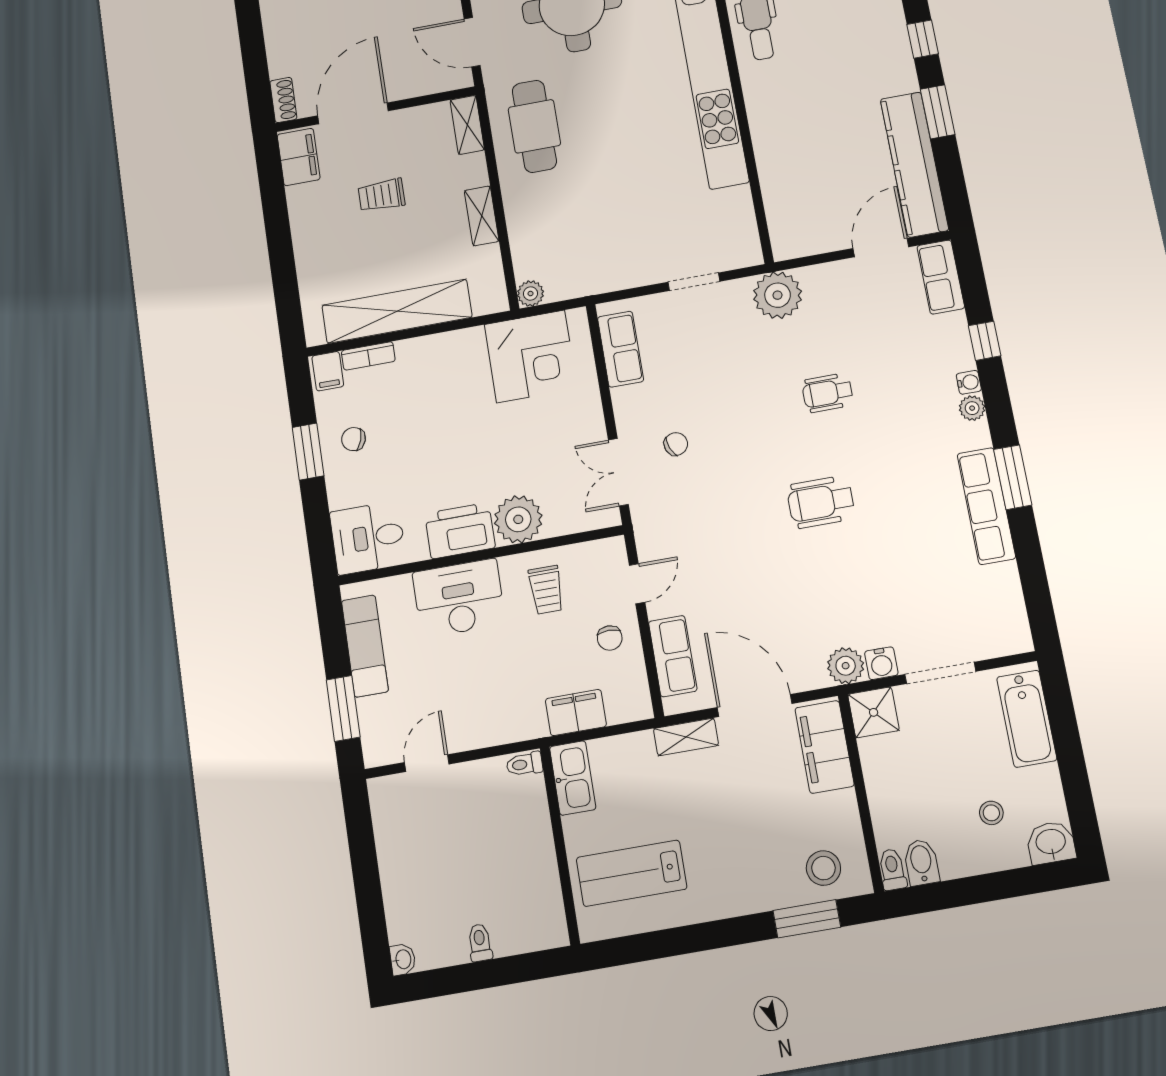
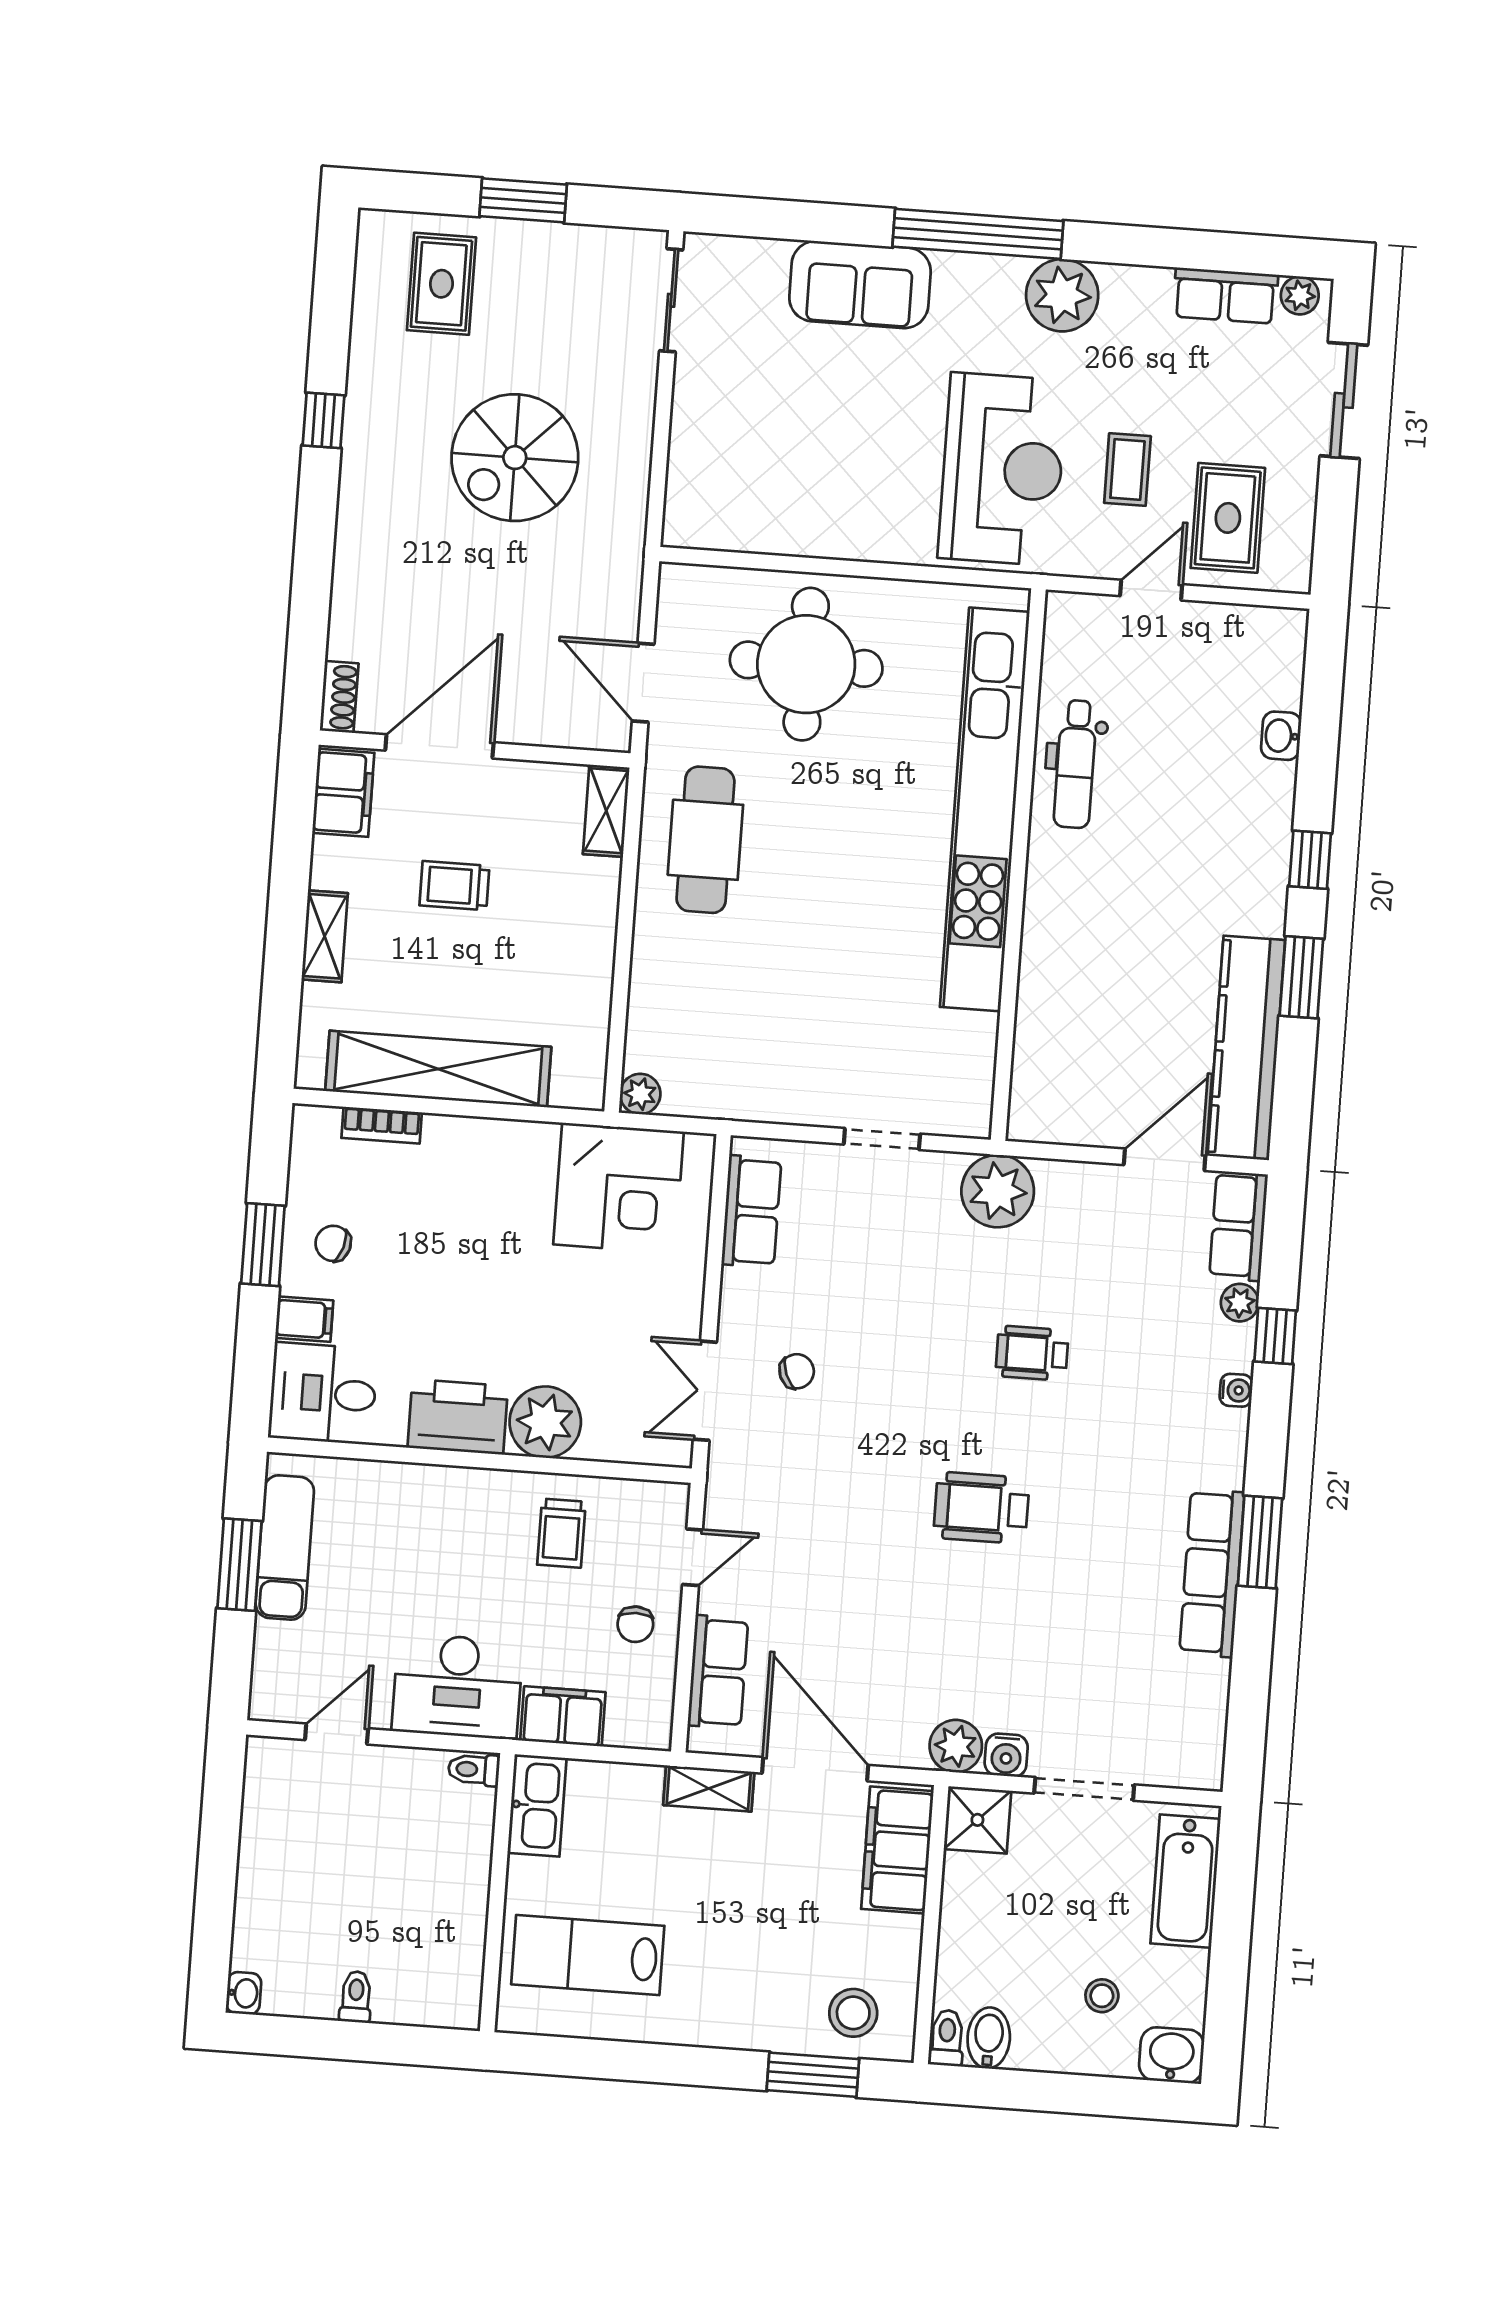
shelving: (482, 216) -> (325, 936), moved
filing cabinet: (328, 371) -> (304, 1319), moved, turned -90
plant: (972, 408) -> (1240, 1303), moved
desk: (459, 598) -> (457, 1686), moved, turned 180
window: (343, 708) -> (239, 1565), moved

